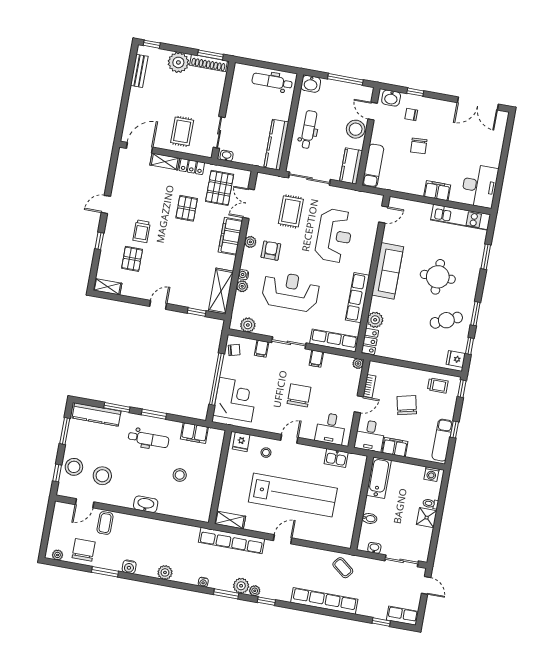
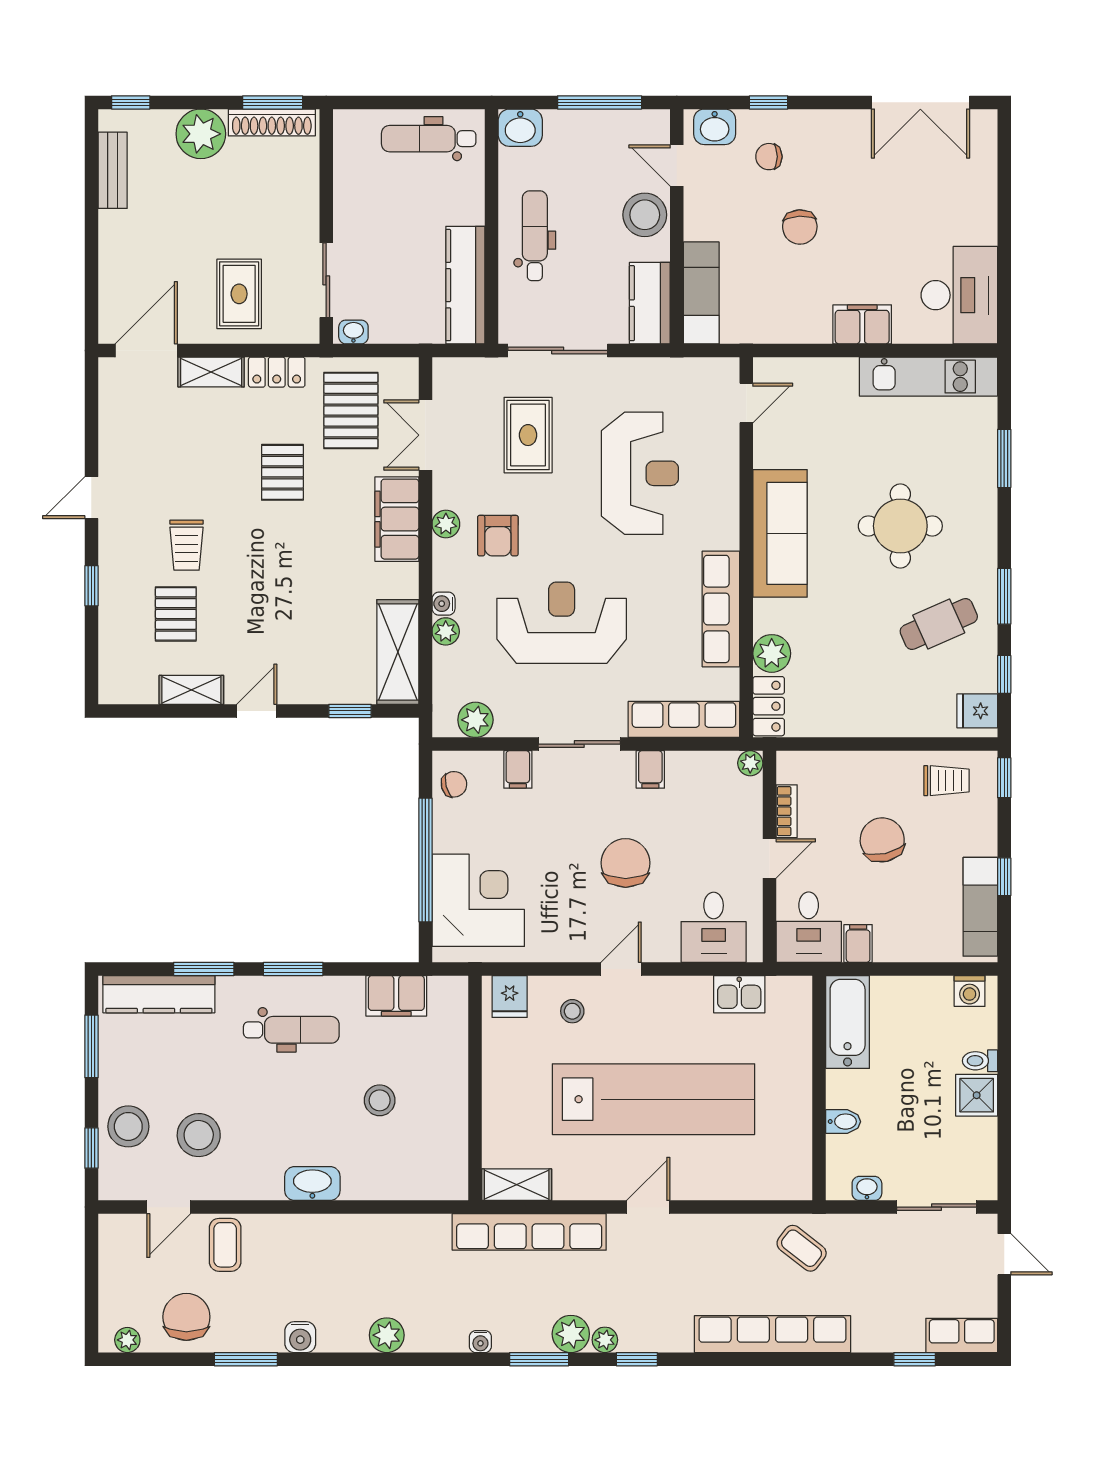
armchair: (271, 251) -> (498, 536), turned 180
shelving: (107, 287) -> (191, 690), moved
filing cabinet: (395, 447) -> (858, 943), width x0.50

